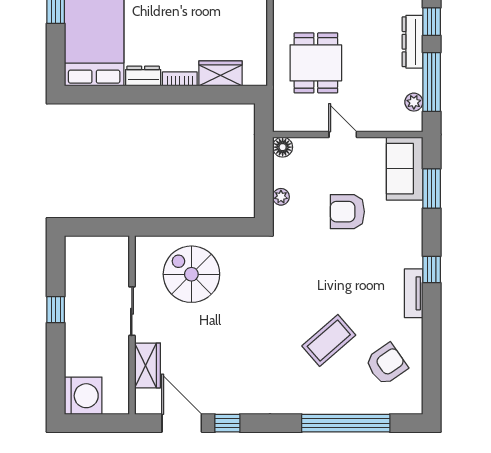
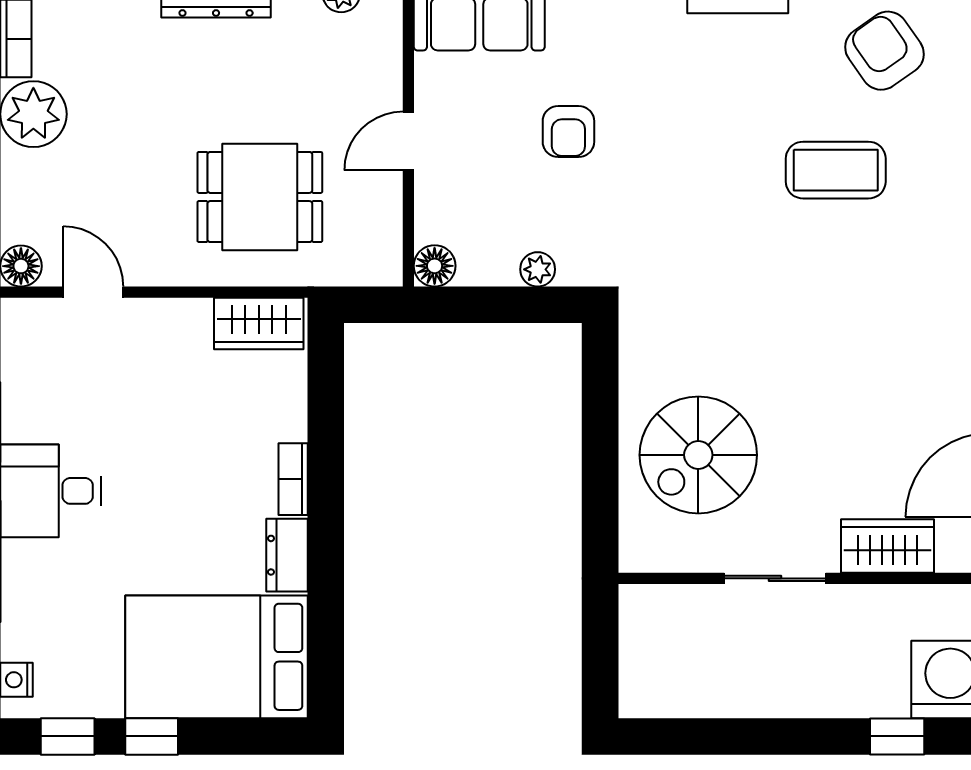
wardrobe: (221, 73) -> (259, 323), moved, turned -90
armchair: (347, 212) -> (568, 131), width x0.72, depth x0.72
window: (56, 310) -> (897, 736), moved
coffee table: (329, 340) -> (836, 170), turned -49

